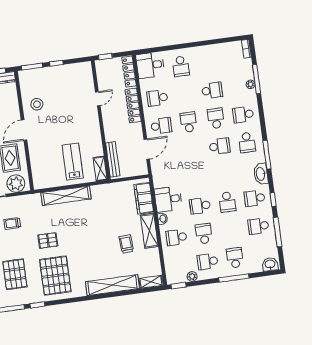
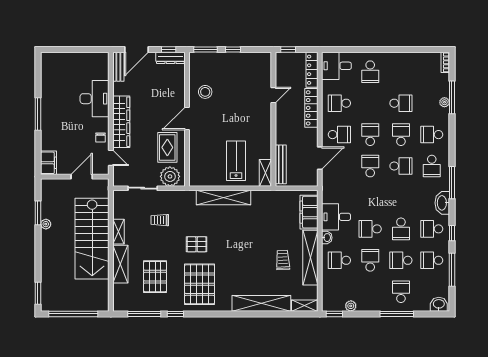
school desk: (192, 150) -> (370, 166), added
shelving: (149, 231) -> (310, 258), width x1.47
school desk: (208, 262) -> (401, 260), moved

